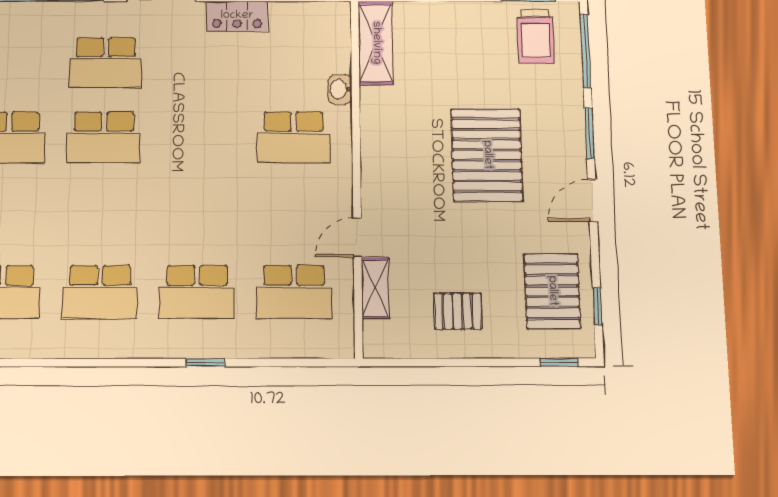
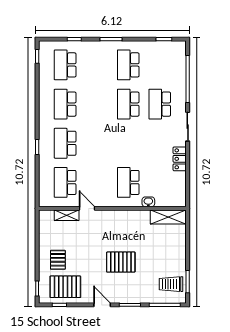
pallet: (487, 155) -> (121, 262), width x0.73, depth x0.71
pallet: (458, 311) -> (58, 260), moved

